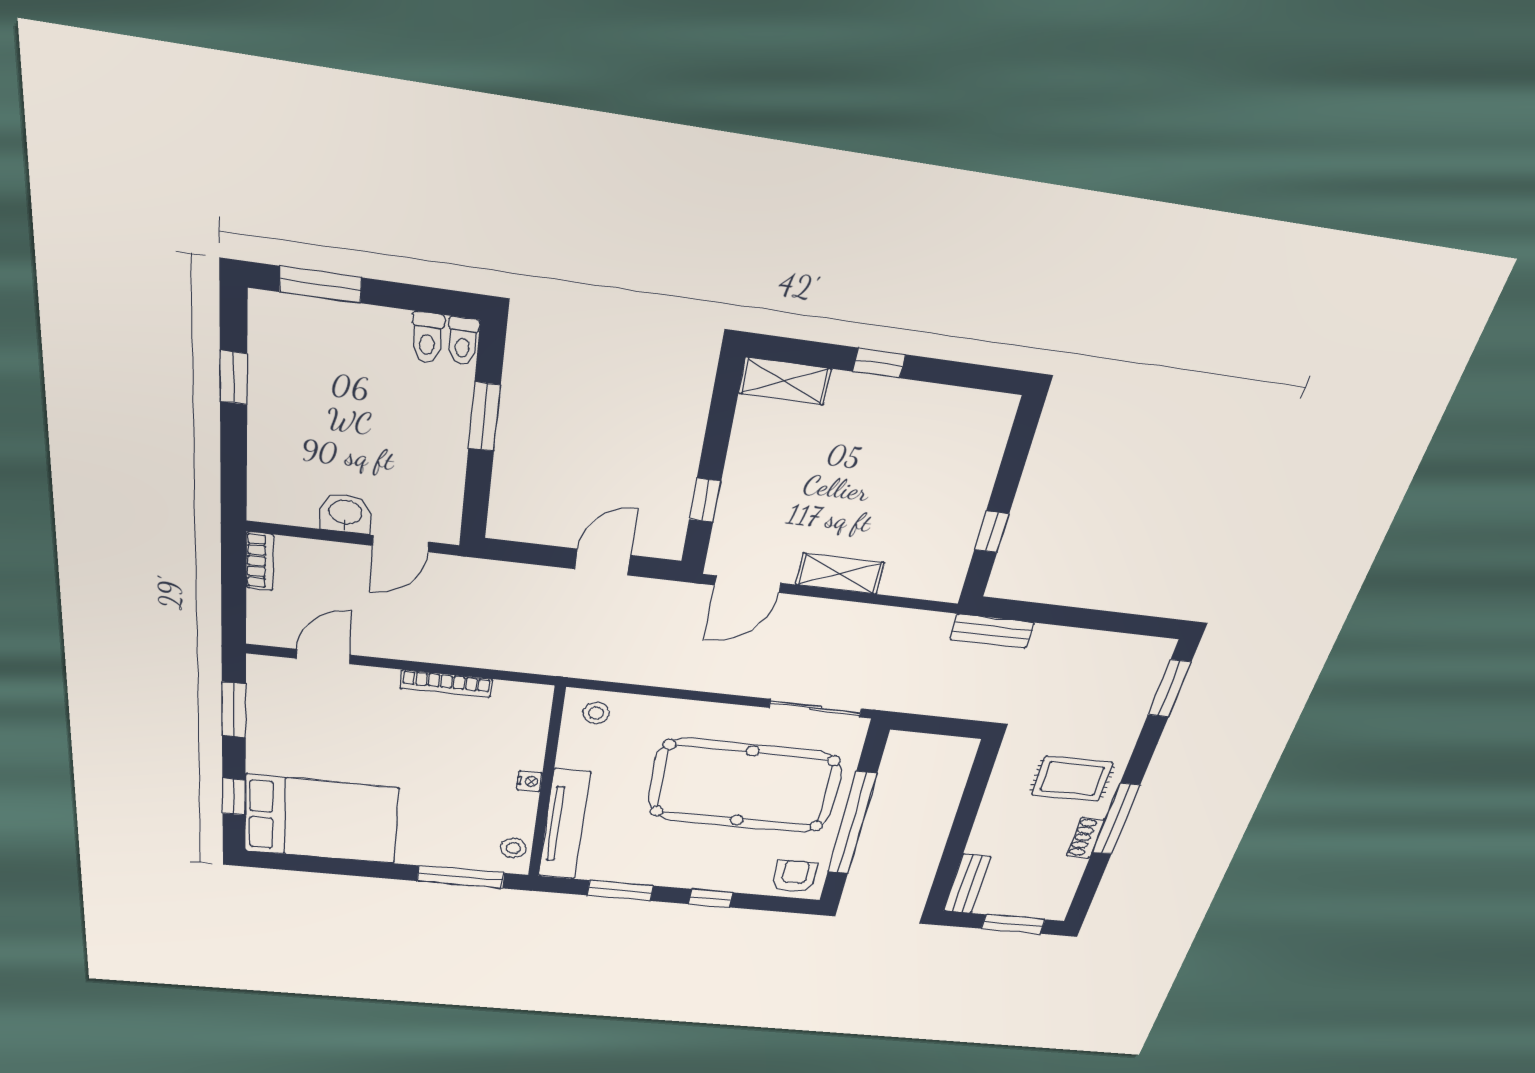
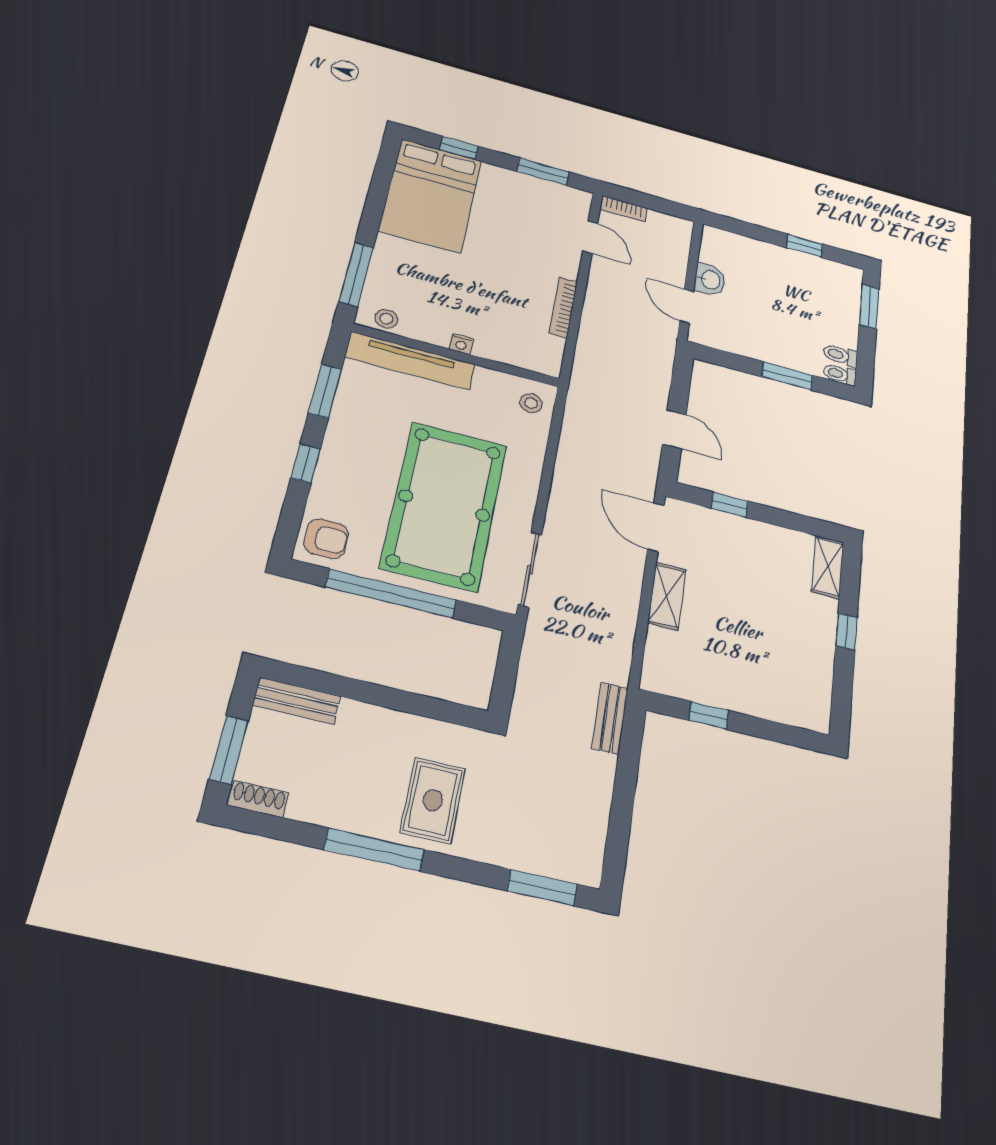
bookcase: (260, 561) -> (624, 209), moved
shoe rack: (1086, 838) -> (258, 799), moved

